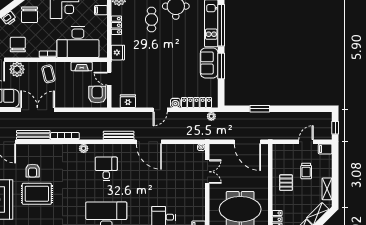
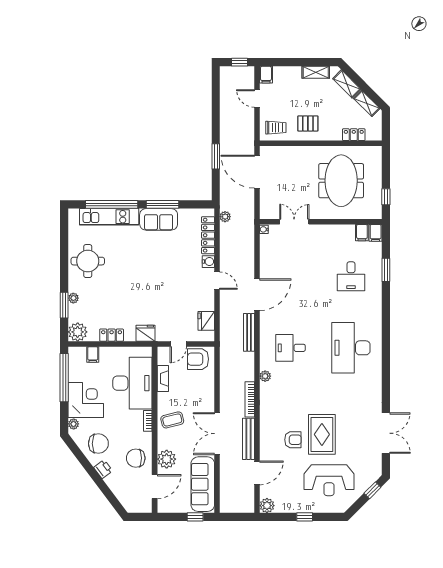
cafe table: (152, 19) -> (104, 291), removed
door: (247, 142) -> (257, 172), swing flipped
trolley: (306, 171) -> (276, 128), moved

